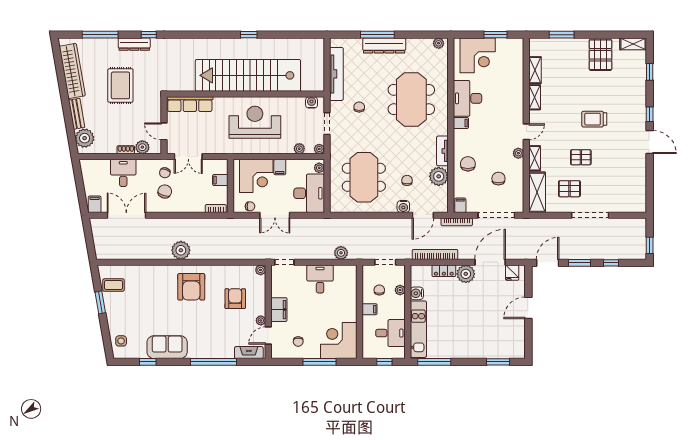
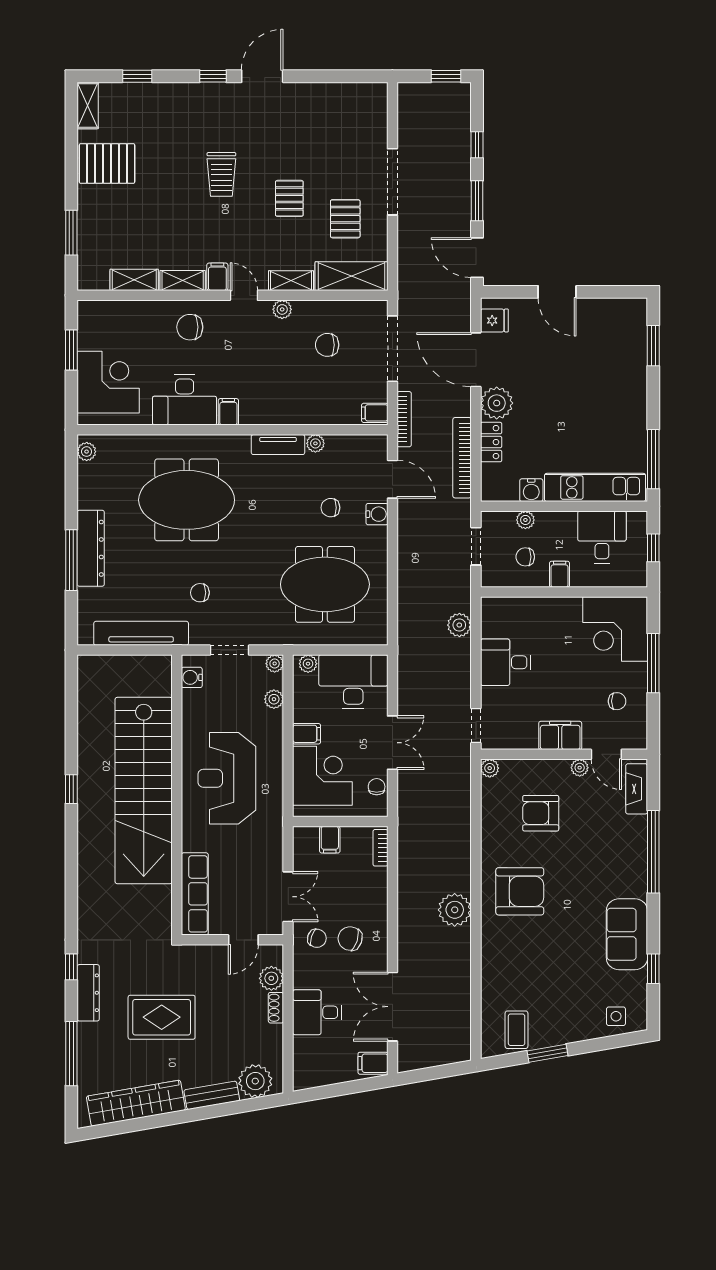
filing cabinet: (537, 117) -> (217, 277), added
chair: (468, 164) -> (190, 327), moved
plant: (439, 176) -> (315, 443), width x0.53, depth x0.53

